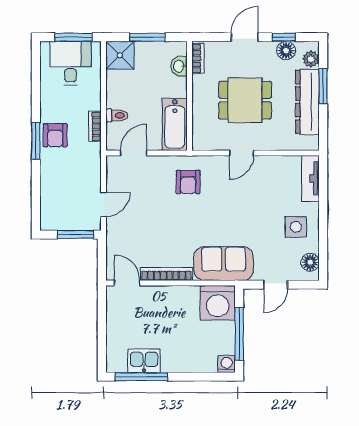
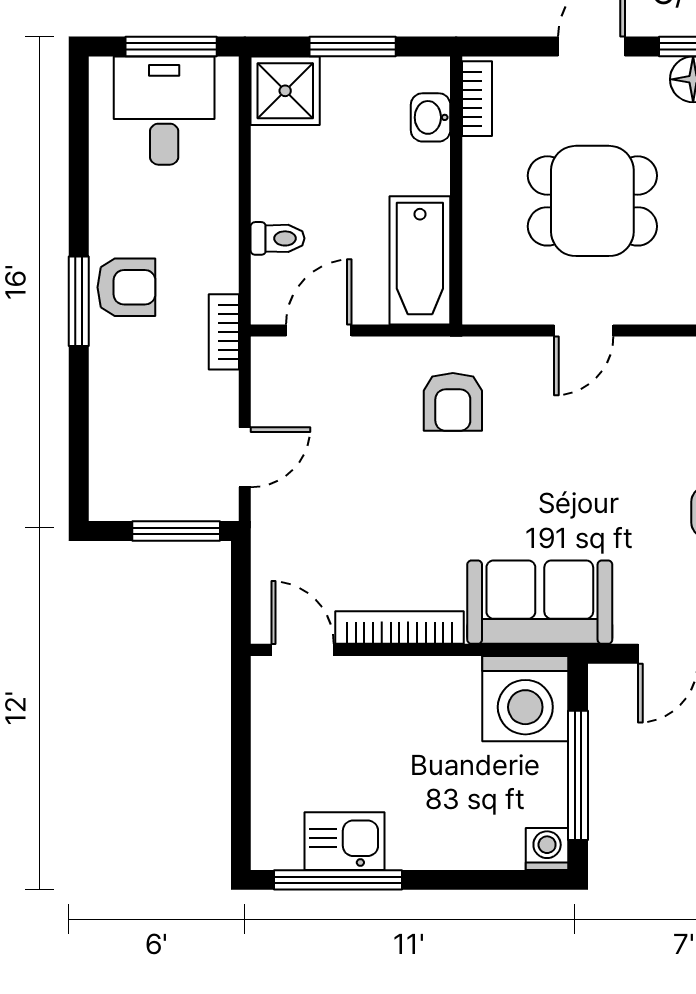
bookcase: (95, 126) -> (224, 332), moved
armchair: (55, 135) -> (126, 287), turned -90

